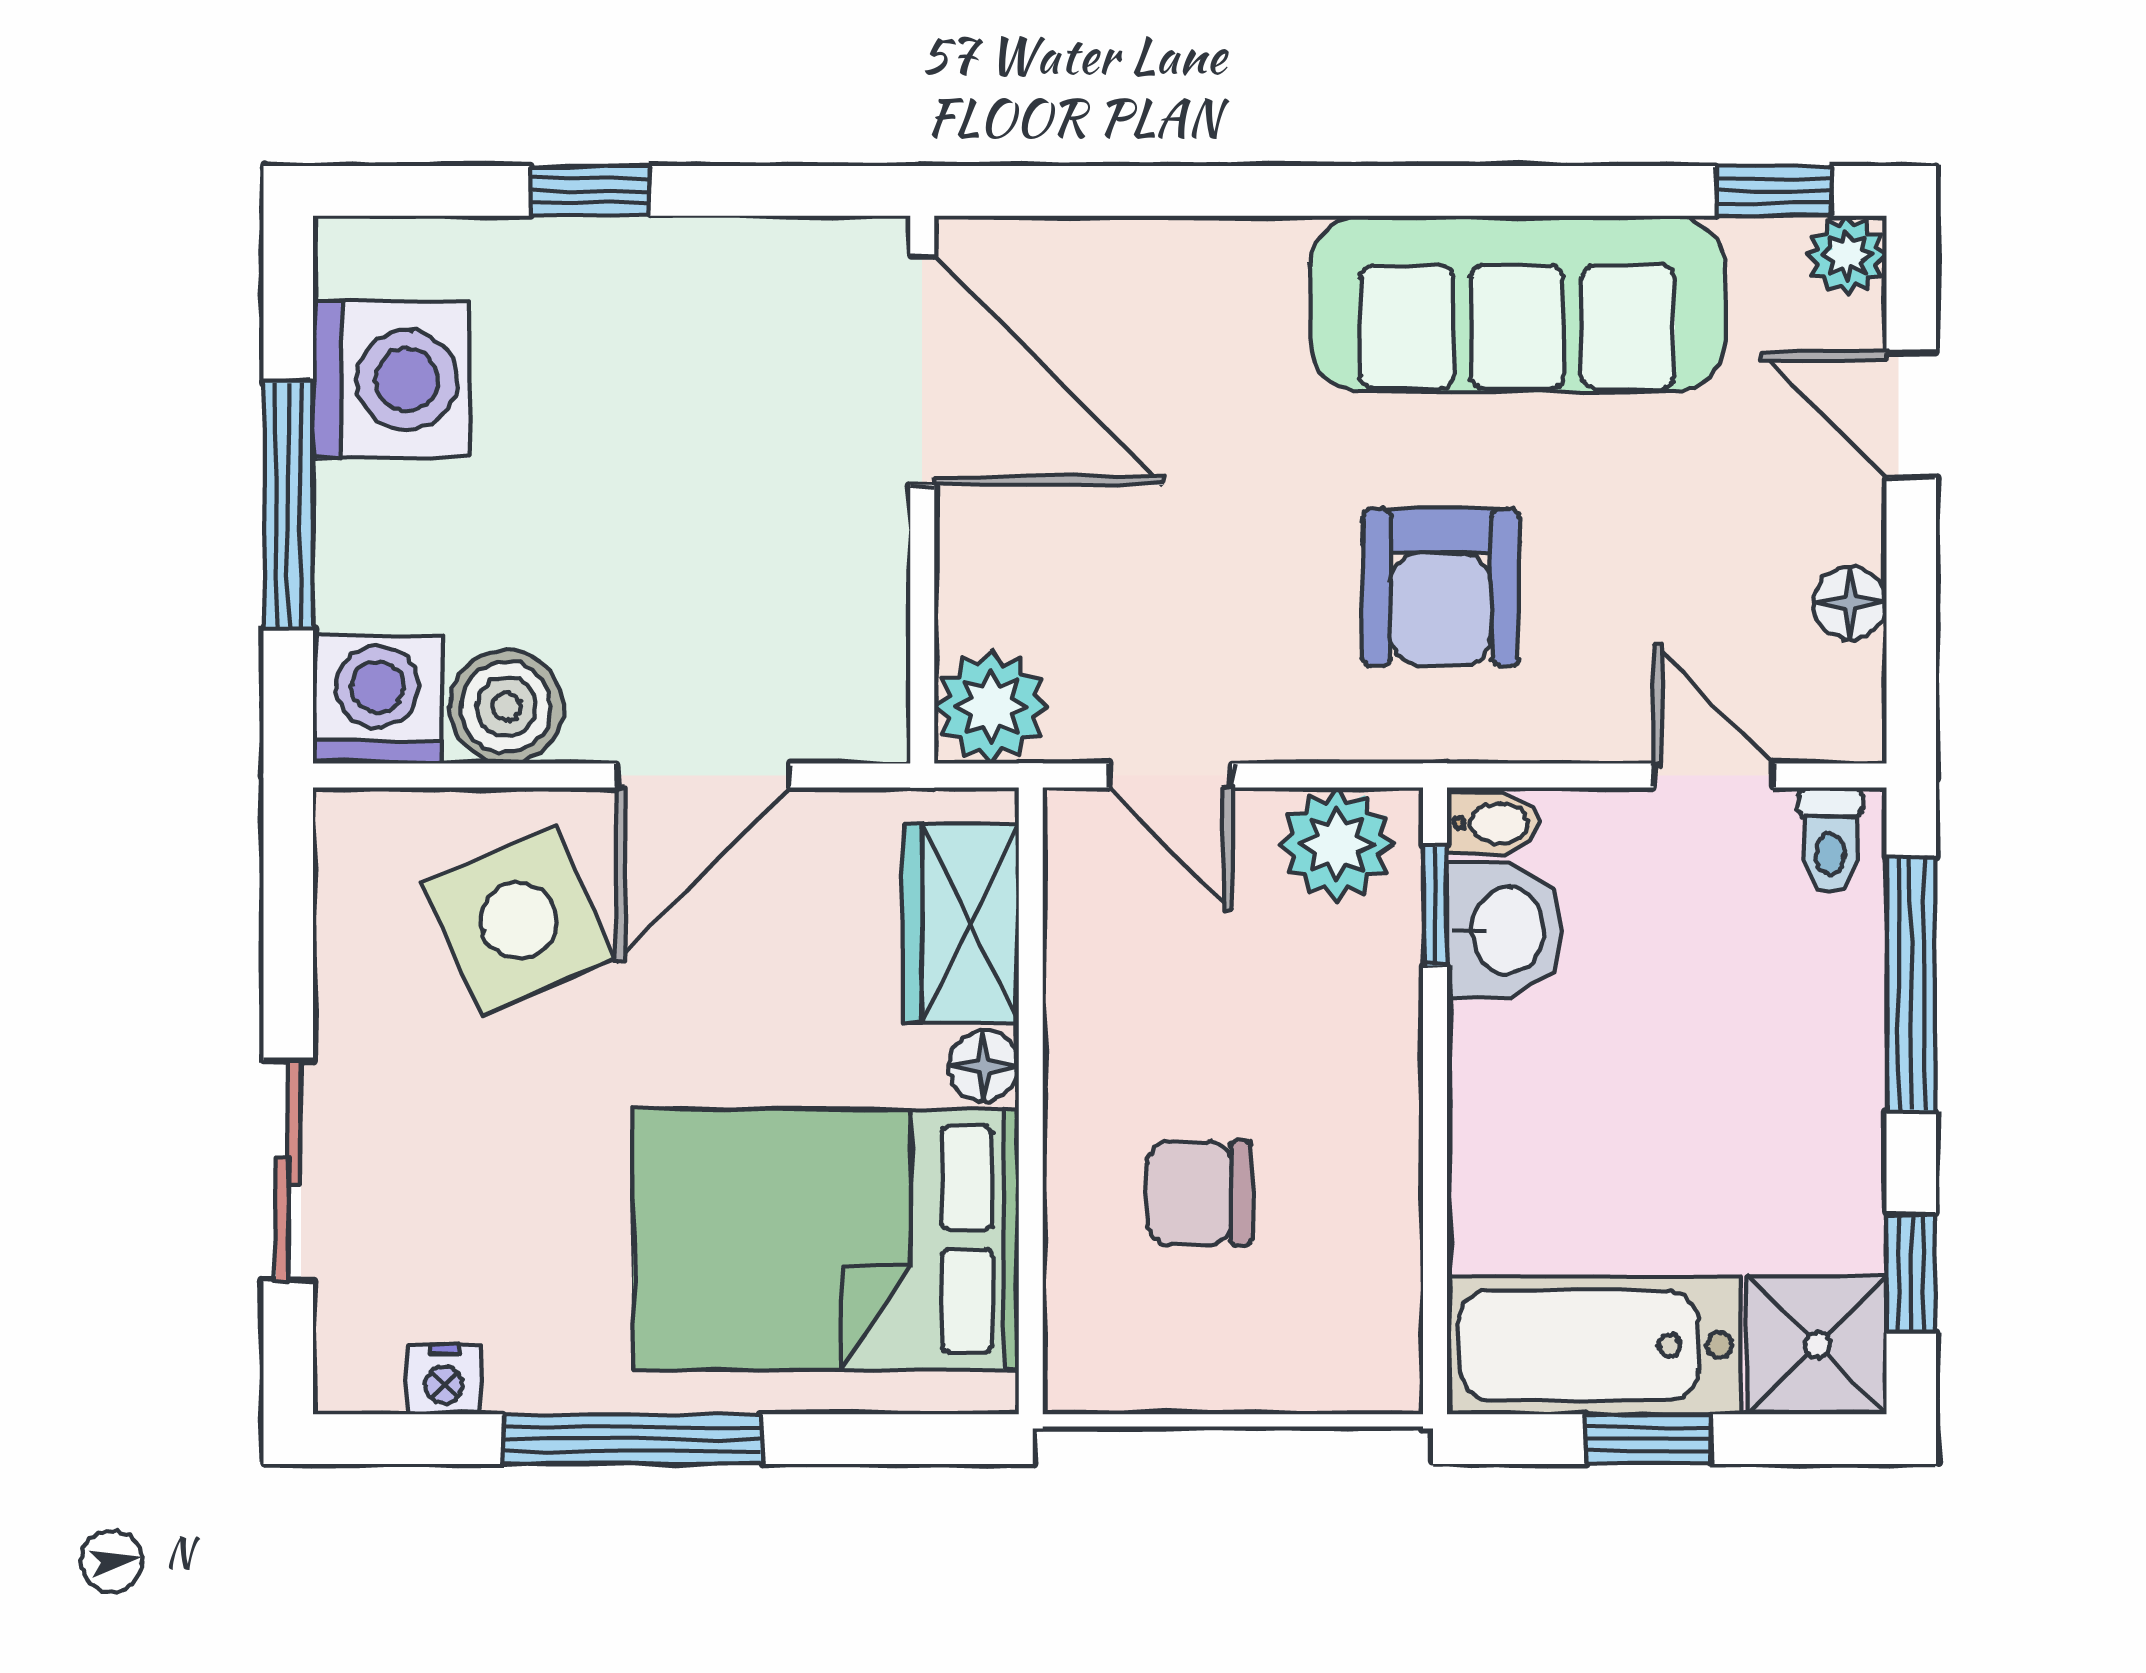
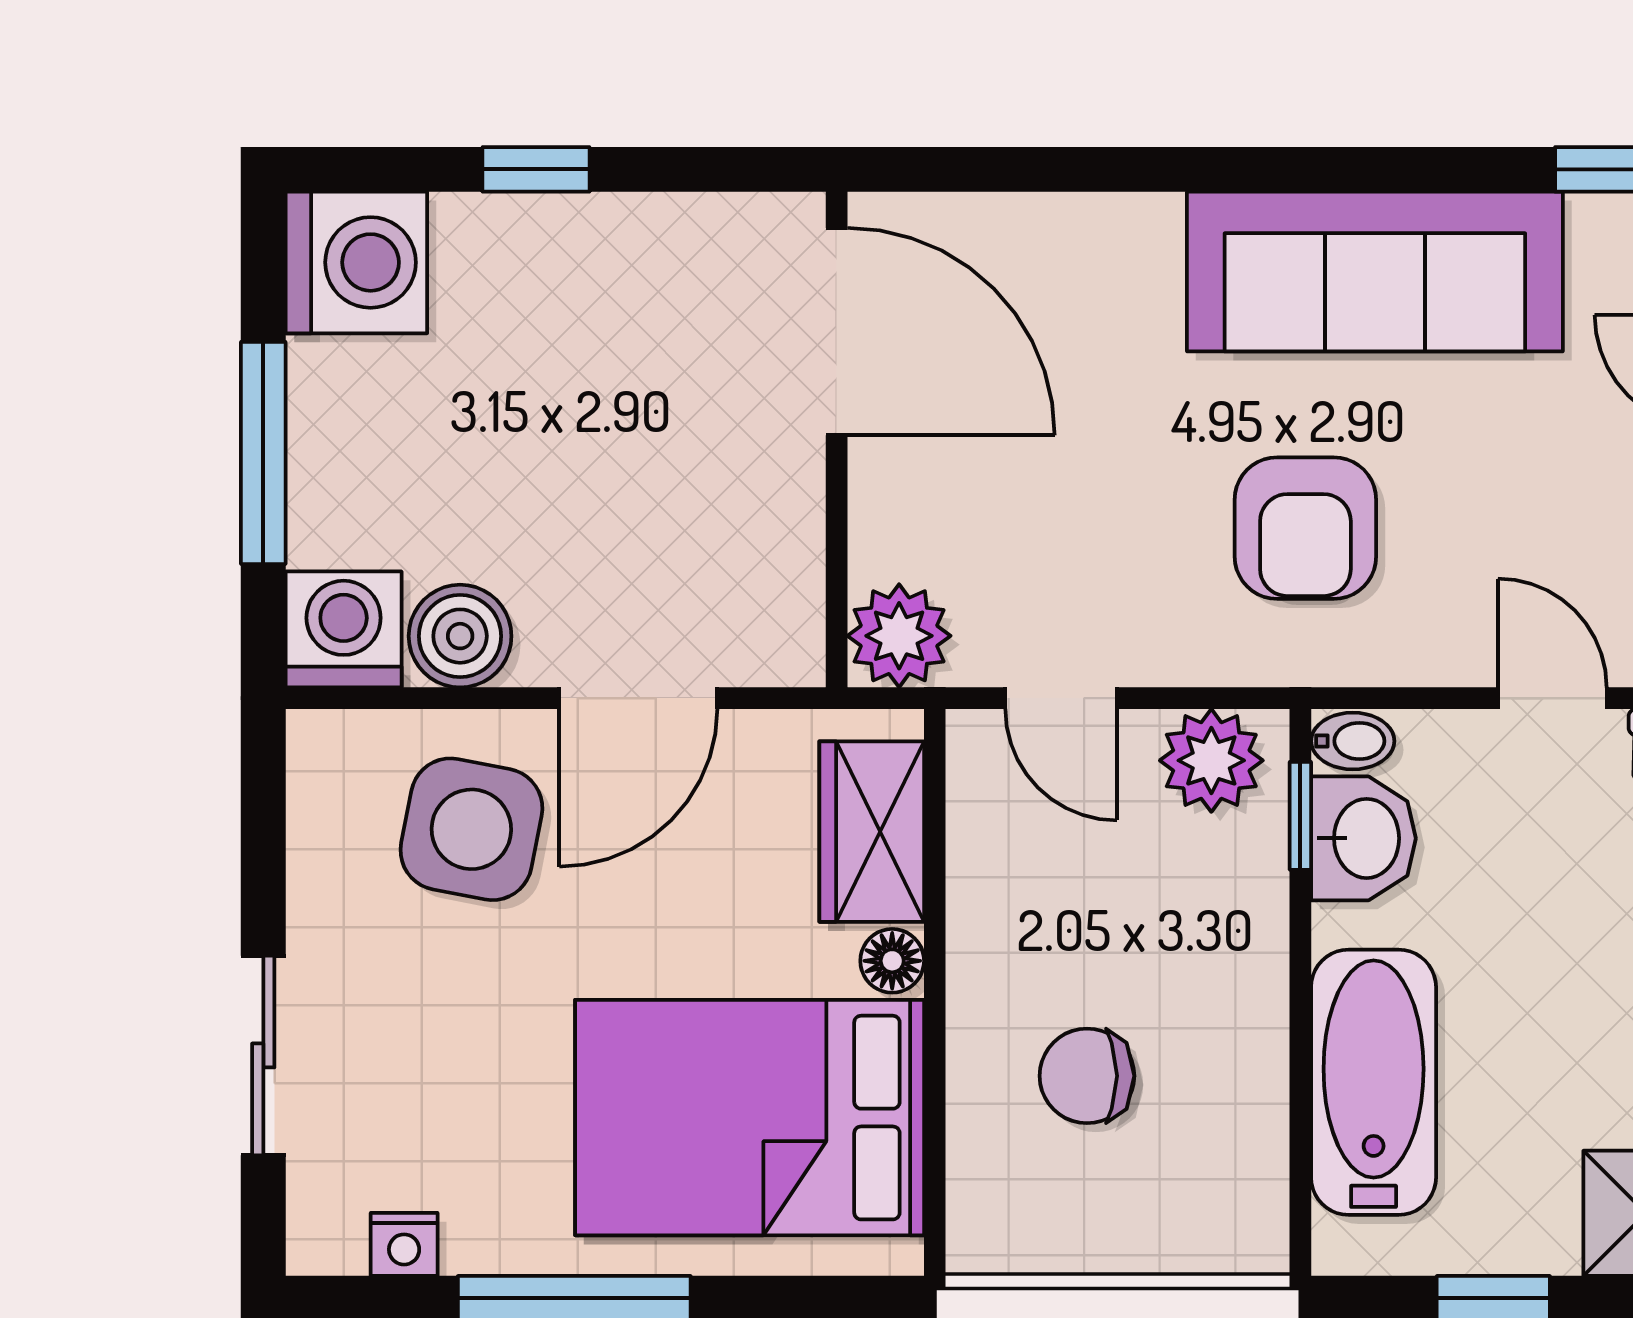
washing machine: (391, 380) -> (356, 262), moved
side table: (518, 921) -> (471, 829), turned 35
bathtub: (1593, 1345) -> (1374, 1082), moved, turned 90

